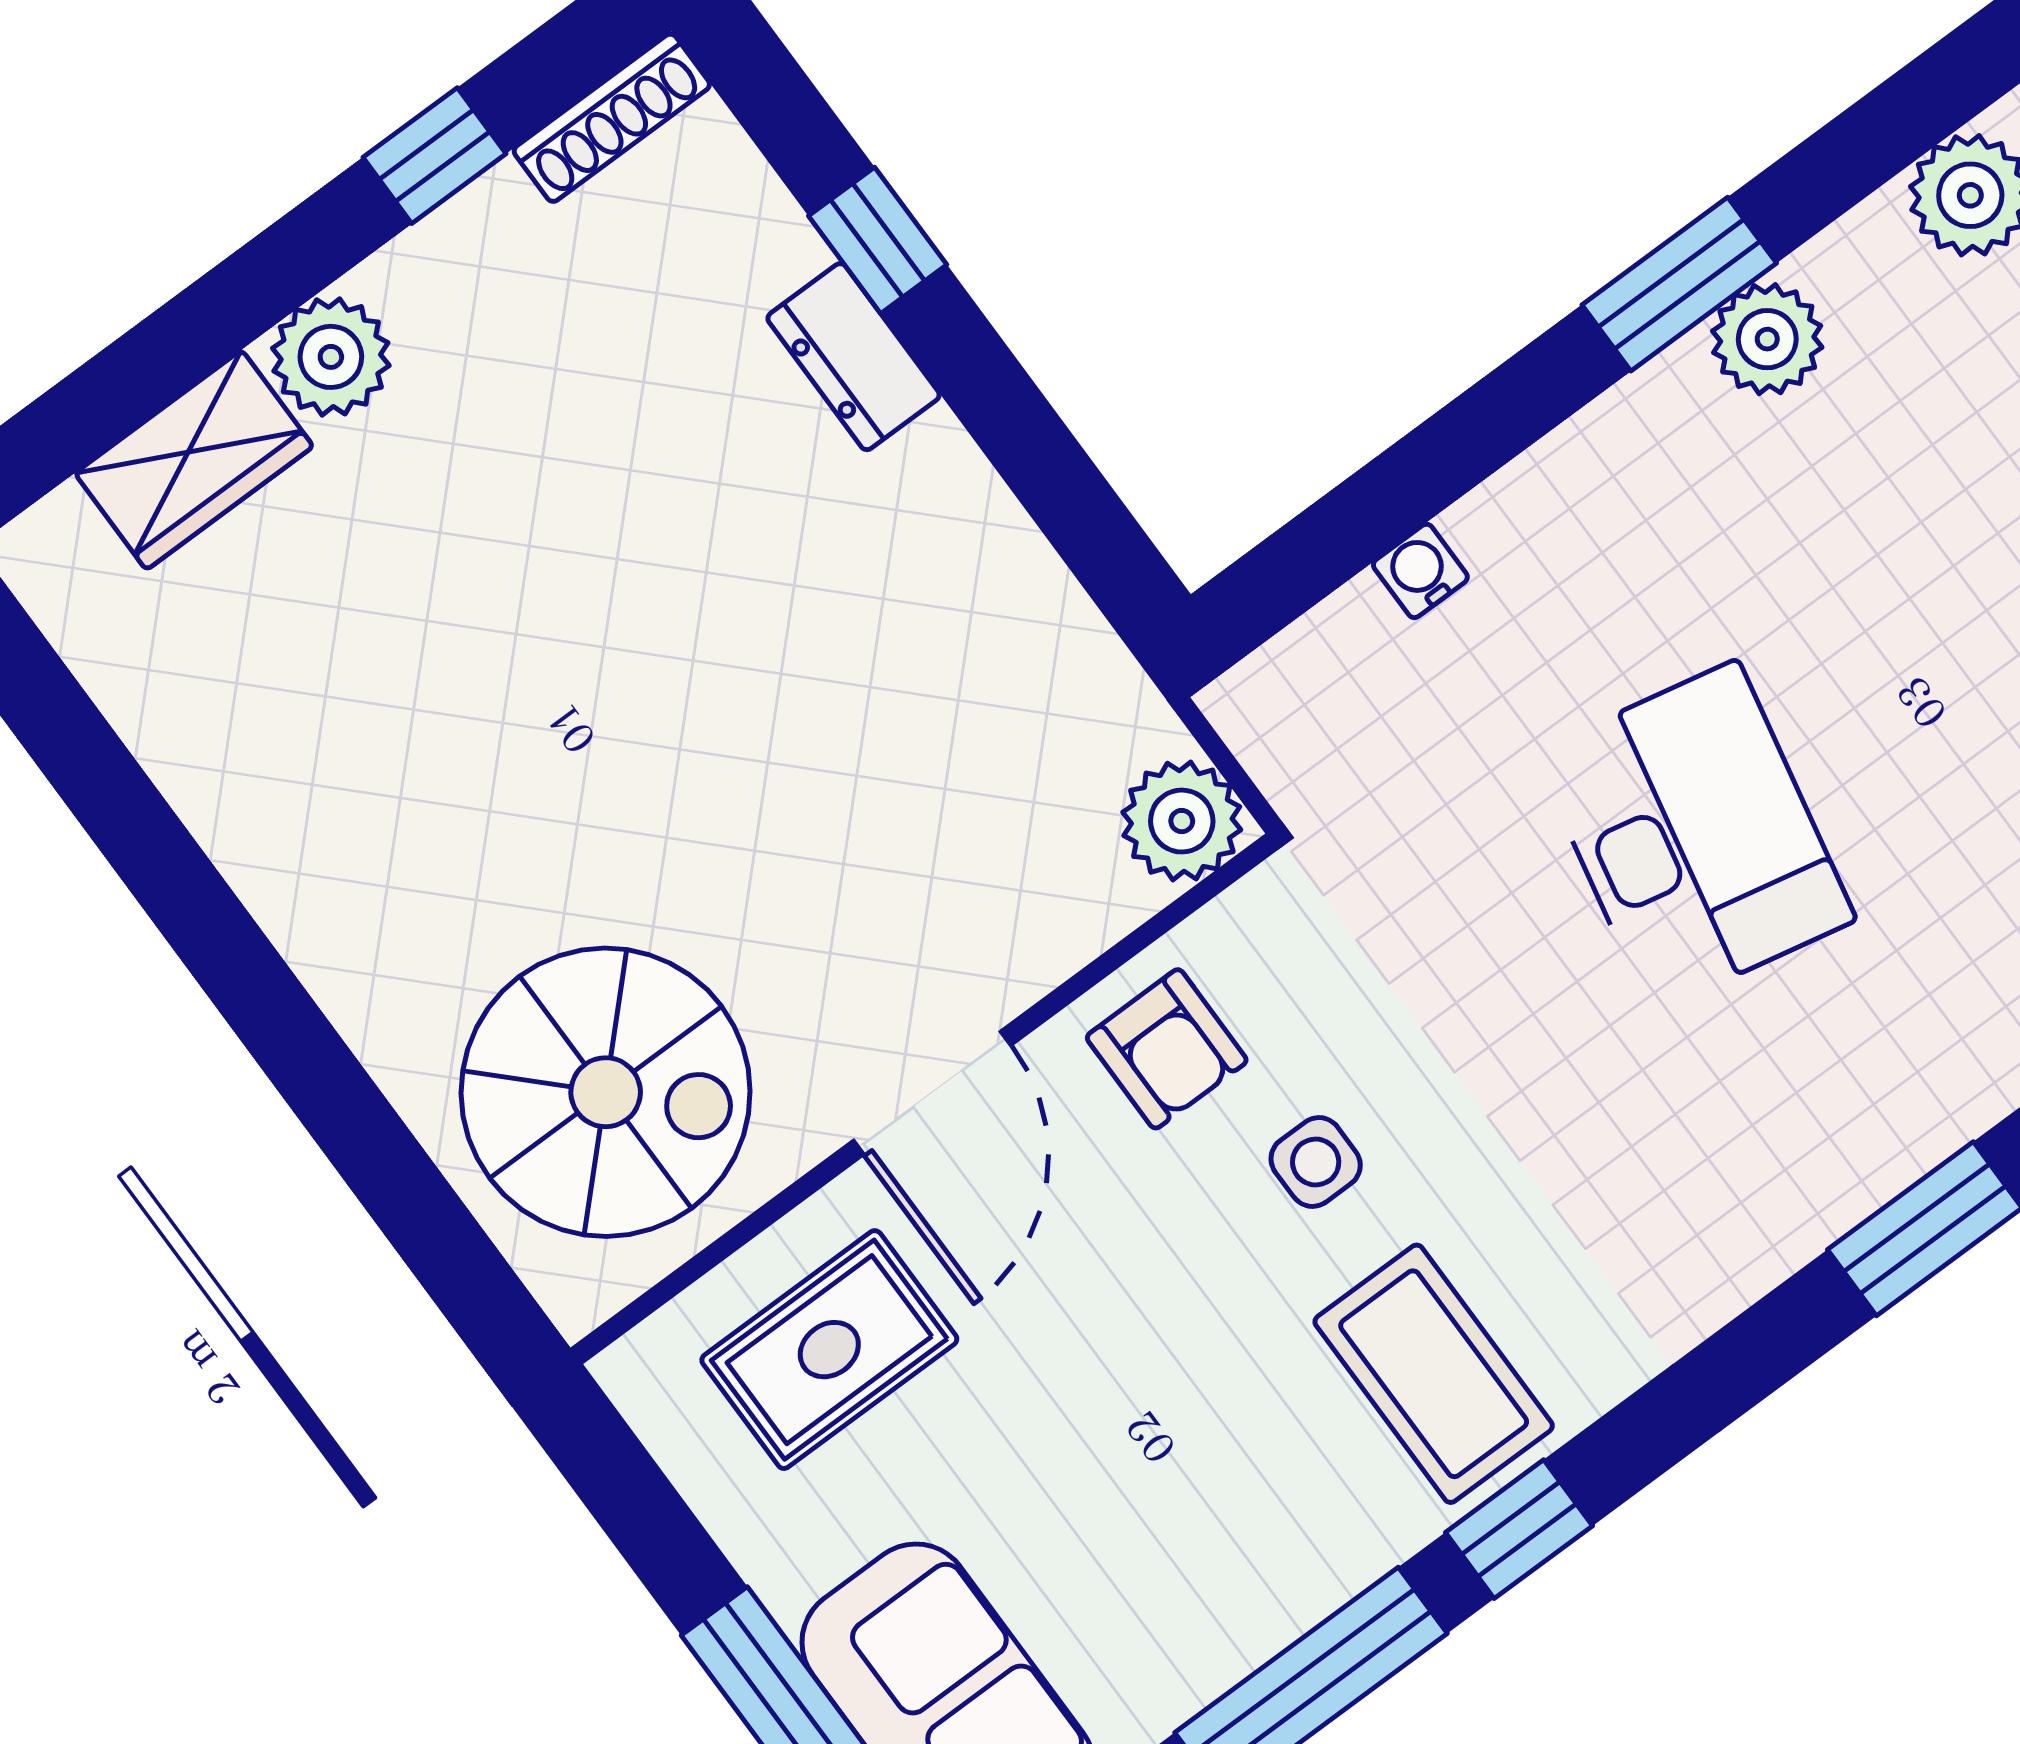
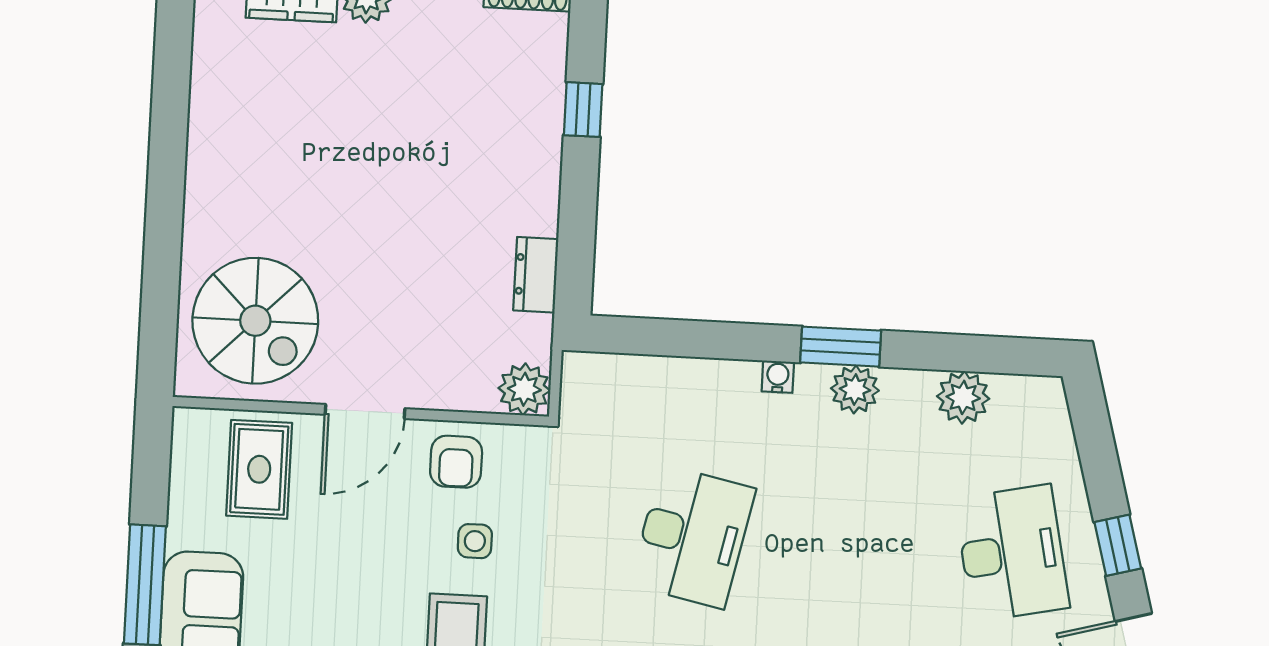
dresser: (854, 357) -> (536, 275), moved
water cooler: (1420, 571) -> (778, 377), moved
rug: (829, 1350) -> (259, 469), turned 90

